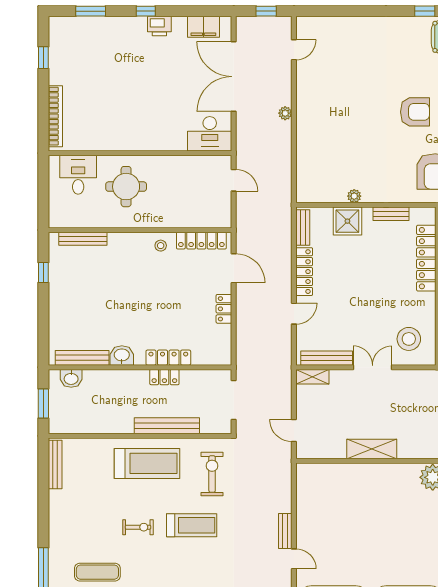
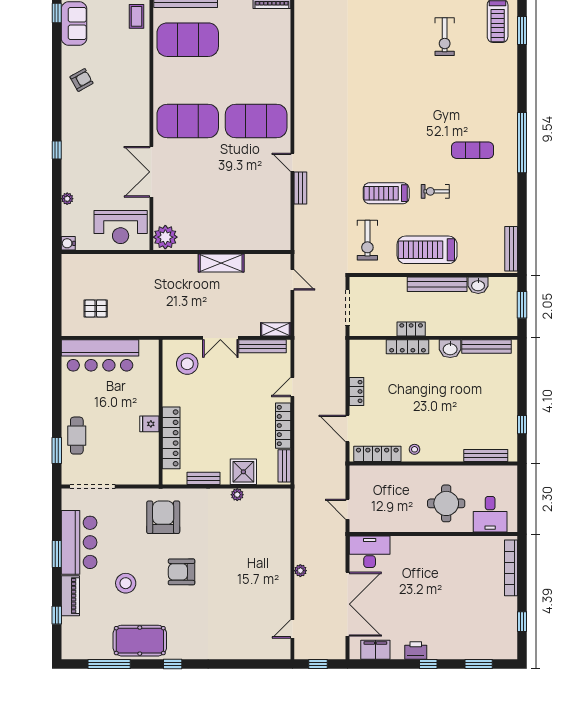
washbasin: (71, 378) -> (478, 285), moved, turned 180
bench: (167, 426) -> (437, 284), moved

